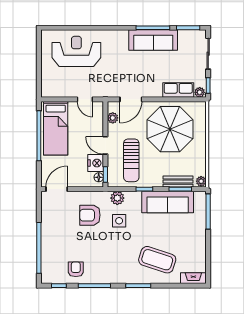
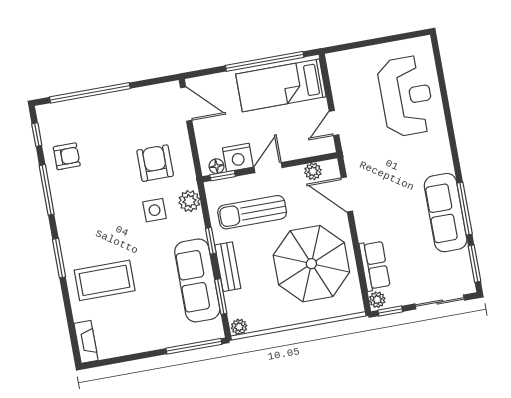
bench: (178, 182) -> (228, 267), moved
coffee table: (157, 260) -> (105, 280), turned 72

